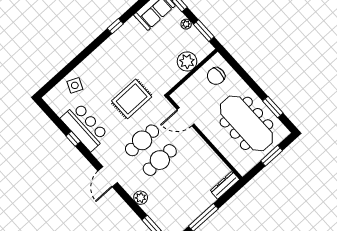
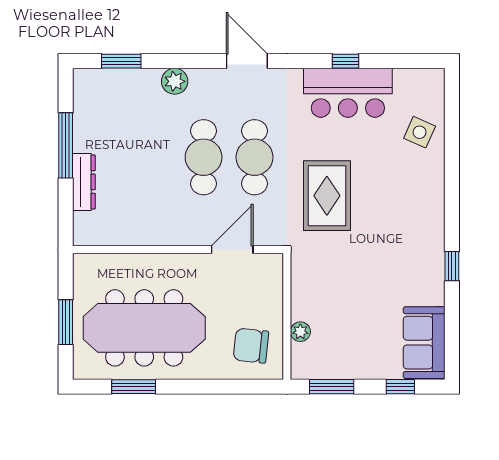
plant: (186, 24) -> (363, 370), removed
plant: (187, 61) -> (300, 332), width x0.53, depth x0.53
chair: (216, 76) -> (251, 346), turned -84
dresser: (225, 185) -> (84, 182), moved

